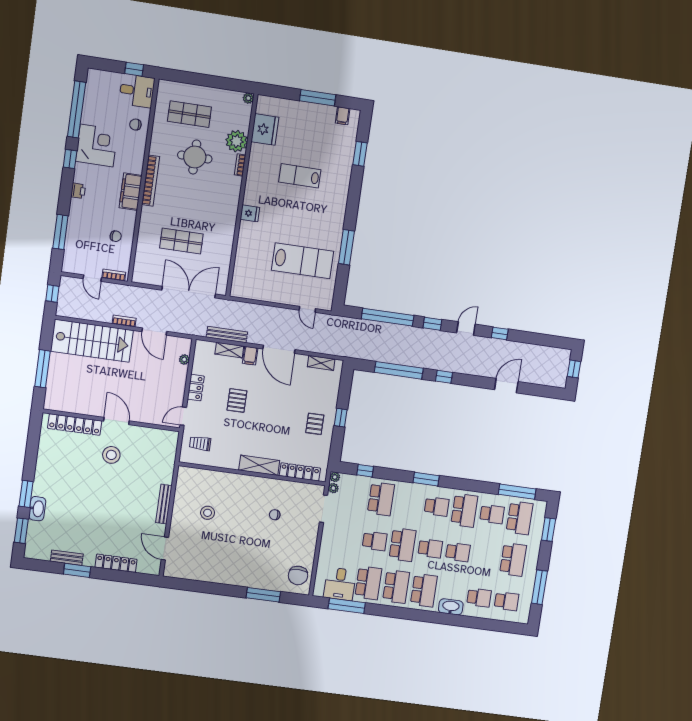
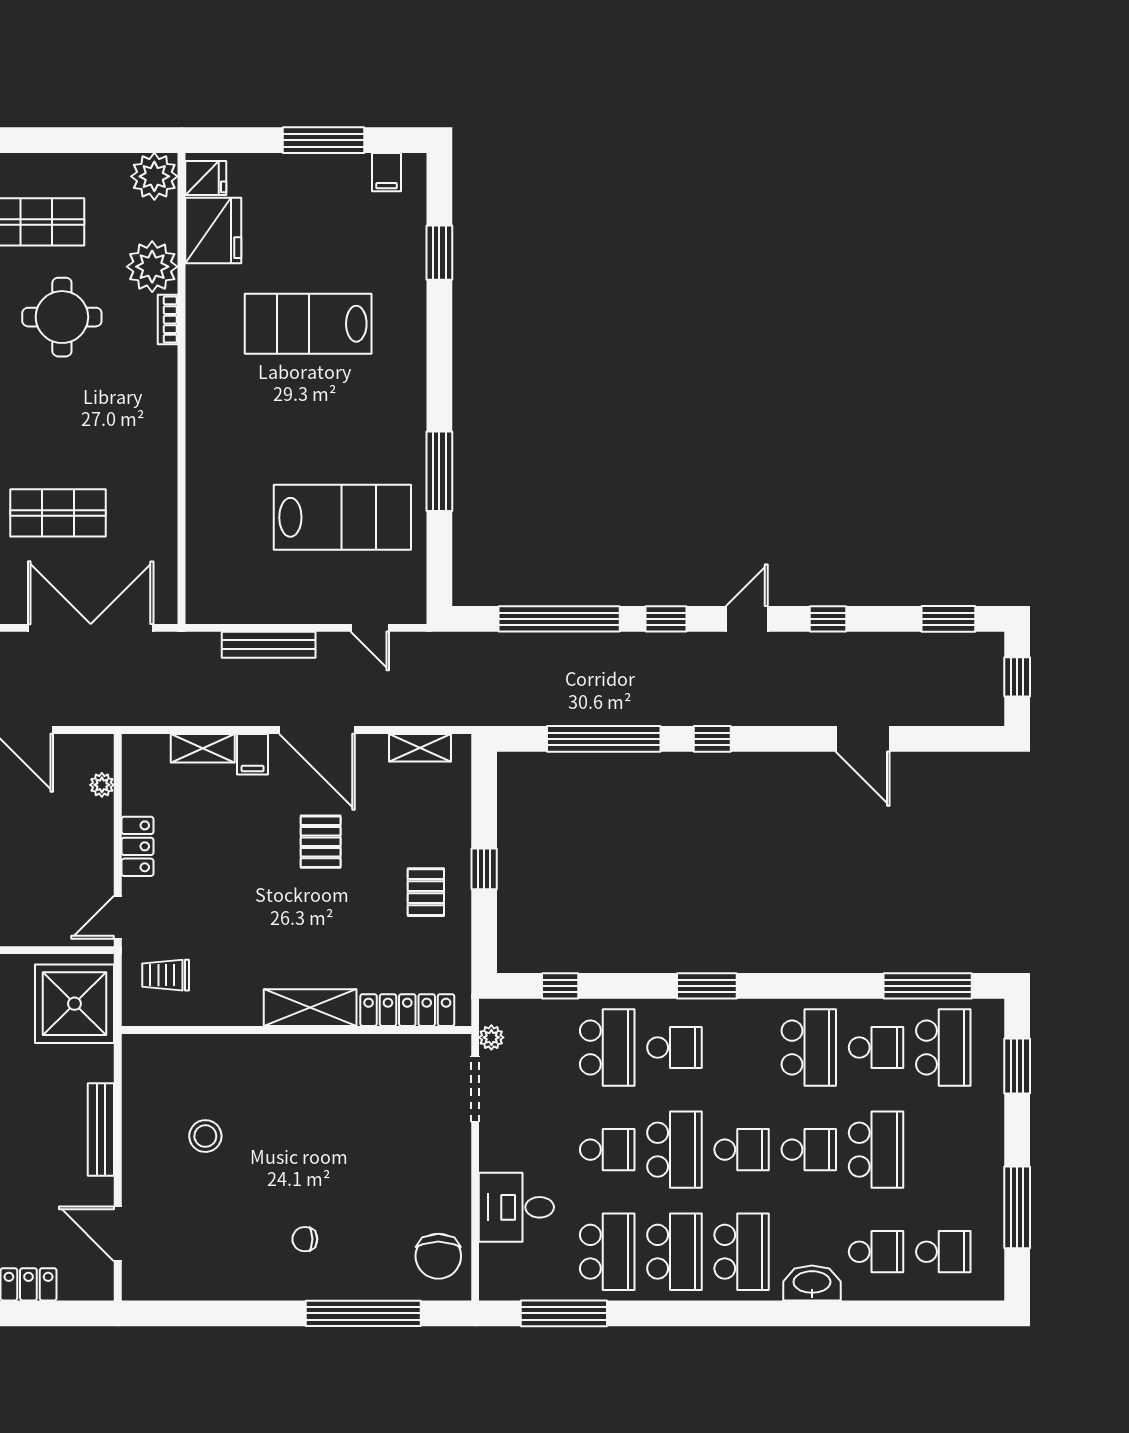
plant: (248, 98) -> (154, 176), width x1.88, depth x1.88
lab bench: (300, 176) -> (308, 324), width x1.36, depth x1.39
fridge: (250, 213) -> (206, 178), moved
bench: (227, 335) -> (269, 645), moved
window: (550, 341) -> (948, 619), added
door: (506, 386) -> (863, 739), swing flipped
pallet: (237, 401) -> (321, 842), moved
shower: (160, 450) -> (74, 1004), added
plant: (335, 477) -> (491, 1011), removed
school desk: (437, 506) -> (674, 1048), moved
chair: (275, 515) -> (305, 1239), moved
school desk: (513, 560) -> (876, 1150), moved
desk: (340, 584) -> (516, 1207), moved, turned 90
window: (263, 595) -> (363, 1313), width x1.46

